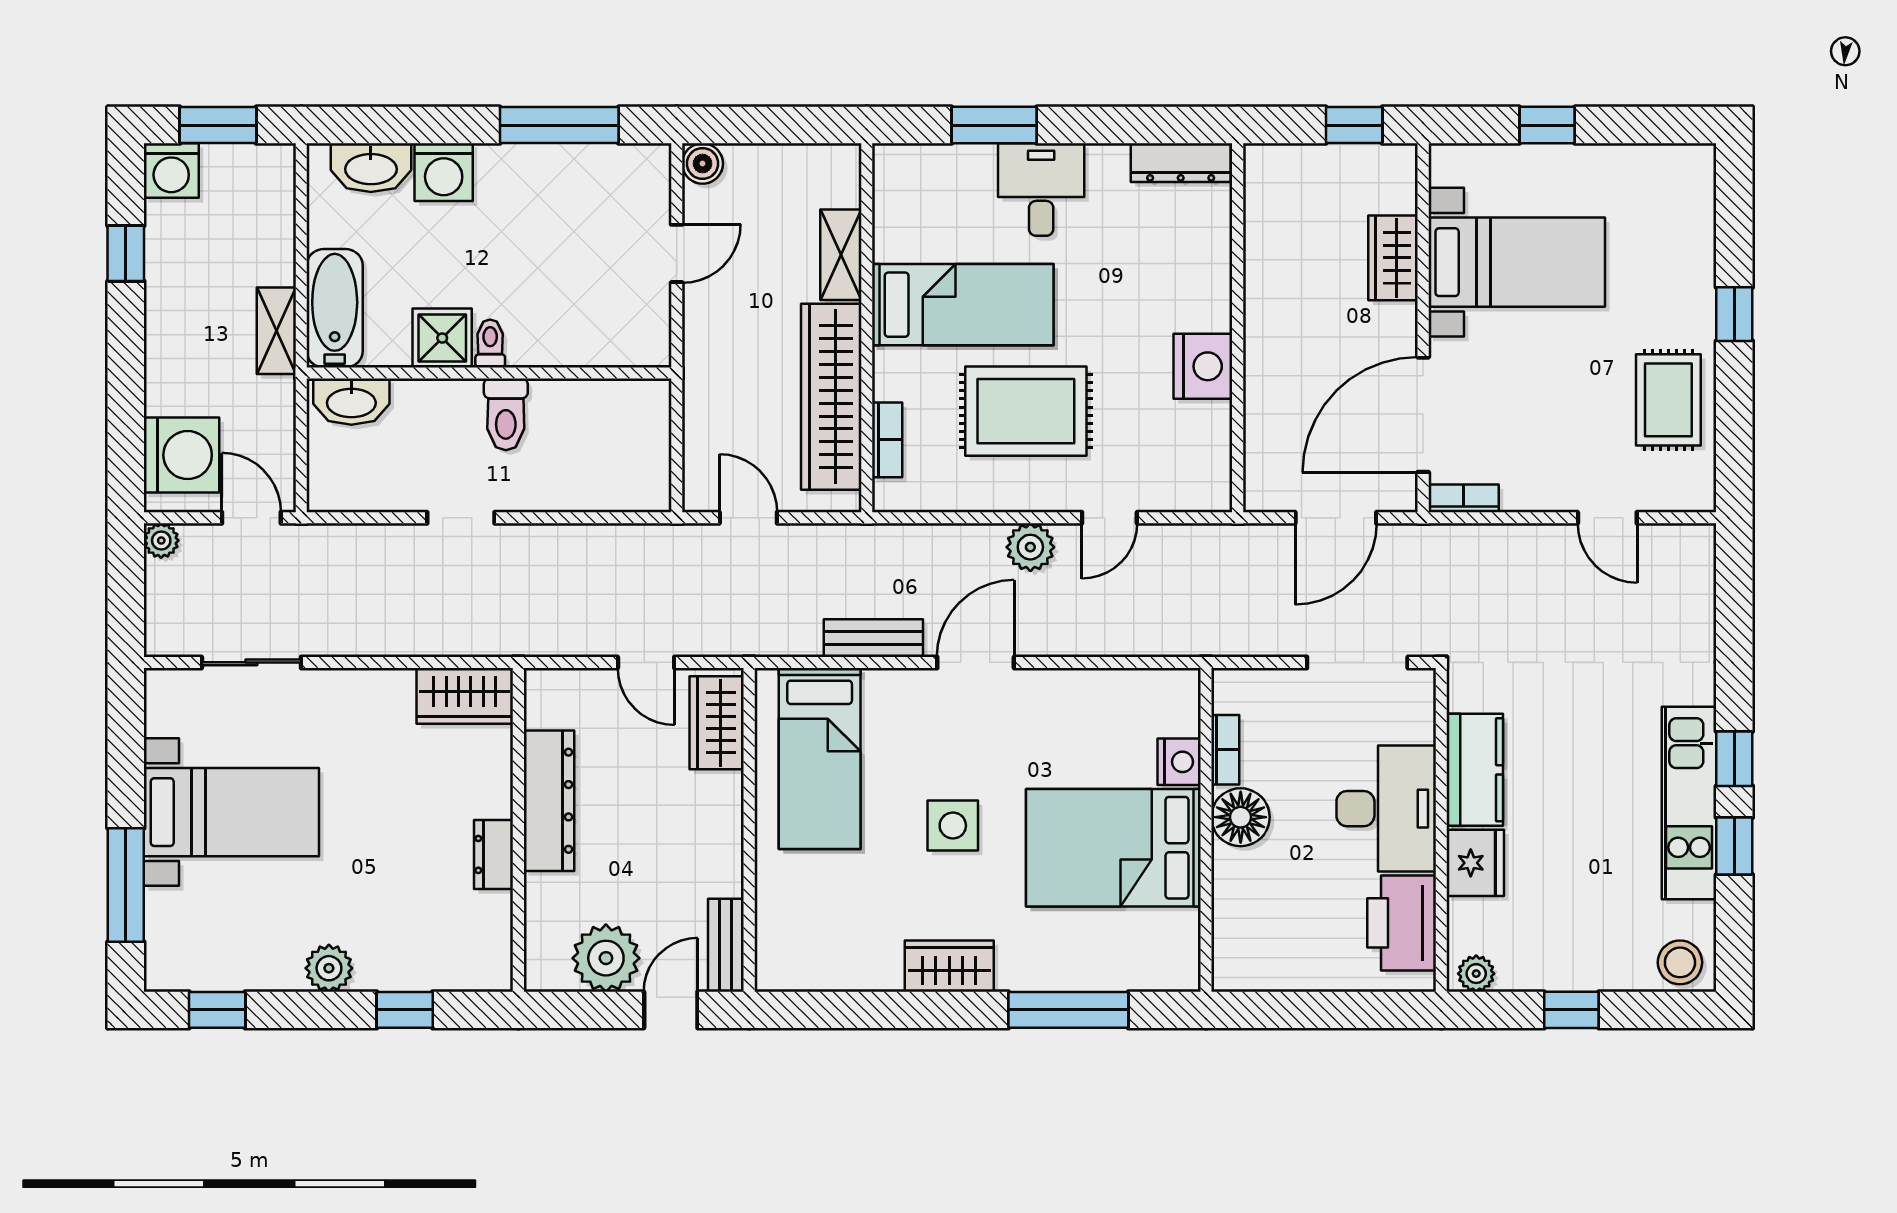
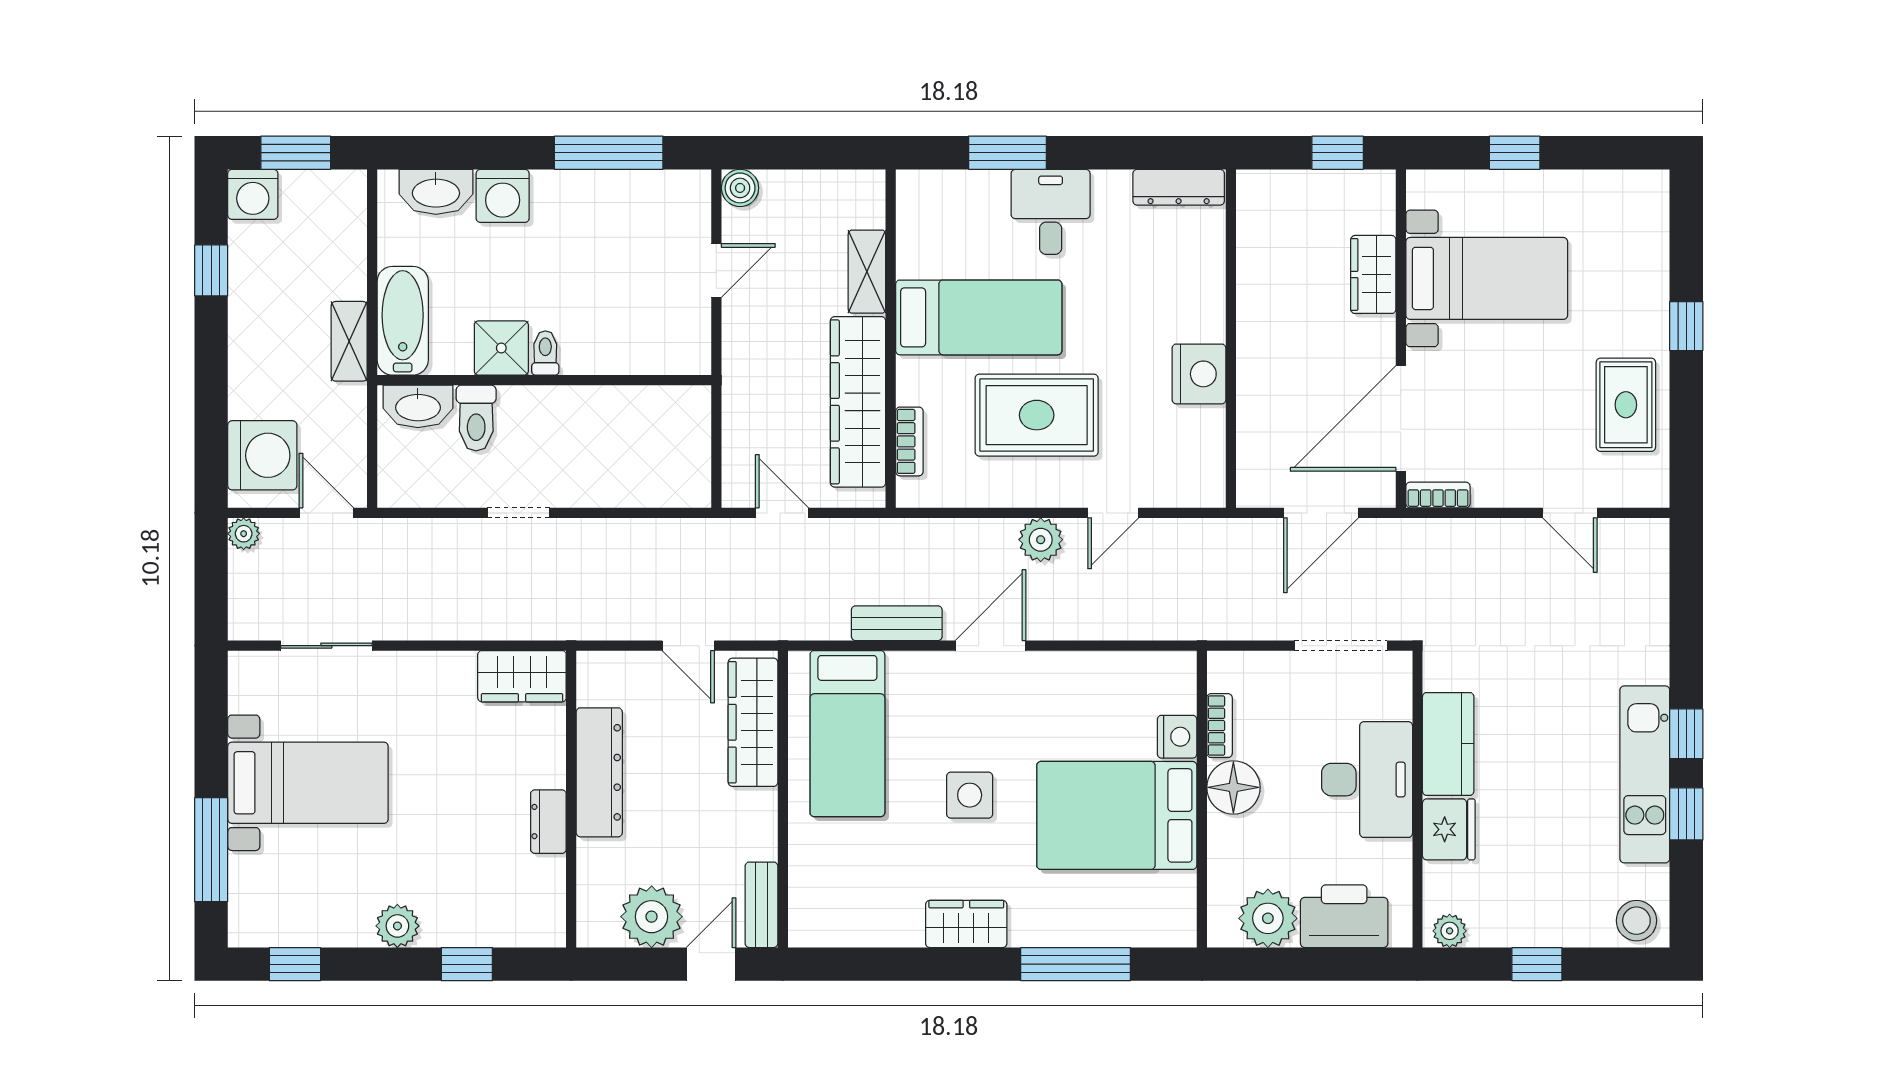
toilet: (506, 414) -> (476, 418), moved
wardrobe: (717, 723) -> (753, 722), width x1.50
printer: (1402, 923) -> (1344, 916), moved, turned 90
plant: (1278, 960) -> (1268, 918), added

